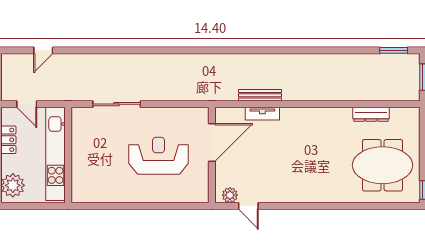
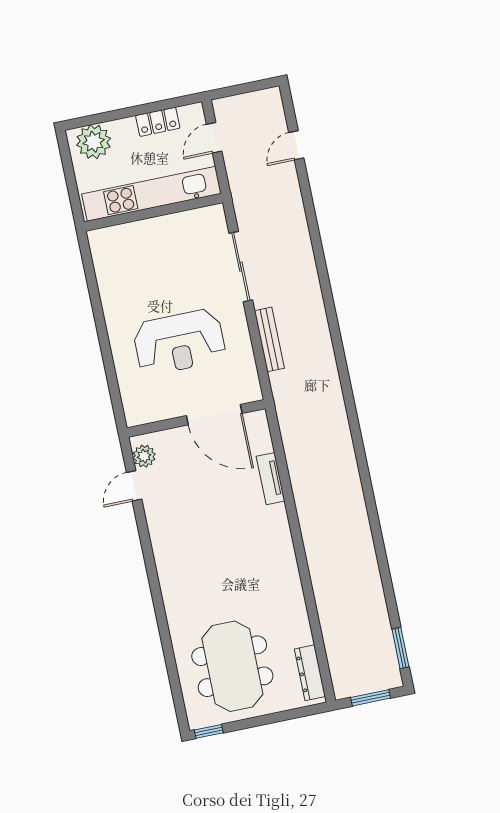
door: (43, 50) -> (296, 145), hinge flipped
bench: (260, 95) -> (269, 339), moved
dresser: (371, 114) -> (310, 673), moved
reception desk: (159, 156) -> (179, 342), turned 90

